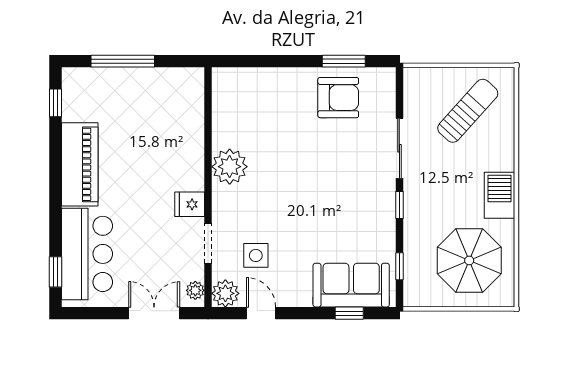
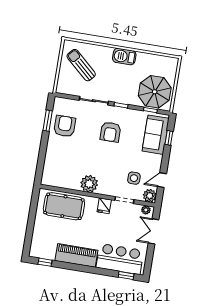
window: (123, 61) -> (30, 227), removed
pool table: (175, 123) -> (64, 206), added
armchair: (342, 192) -> (110, 132), added
parasol: (469, 260) -> (155, 92), moved

